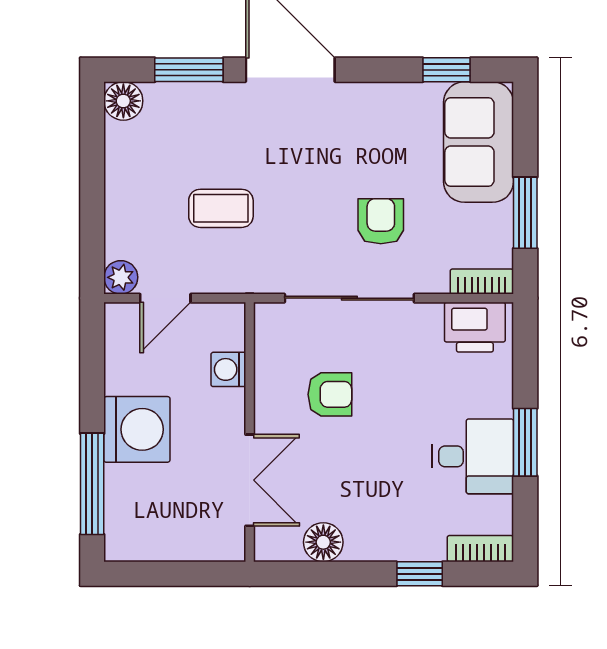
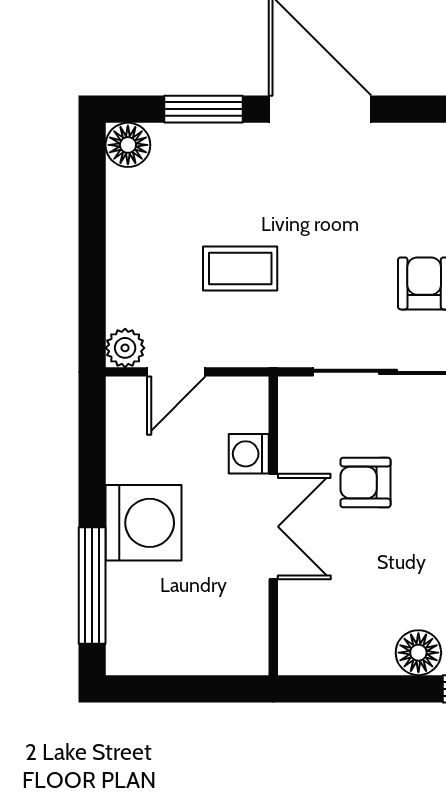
armchair: (330, 394) -> (366, 483), turned 180
double door: (250, 480) -> (273, 527), moved
floor lamp: (323, 542) -> (418, 653), moved

